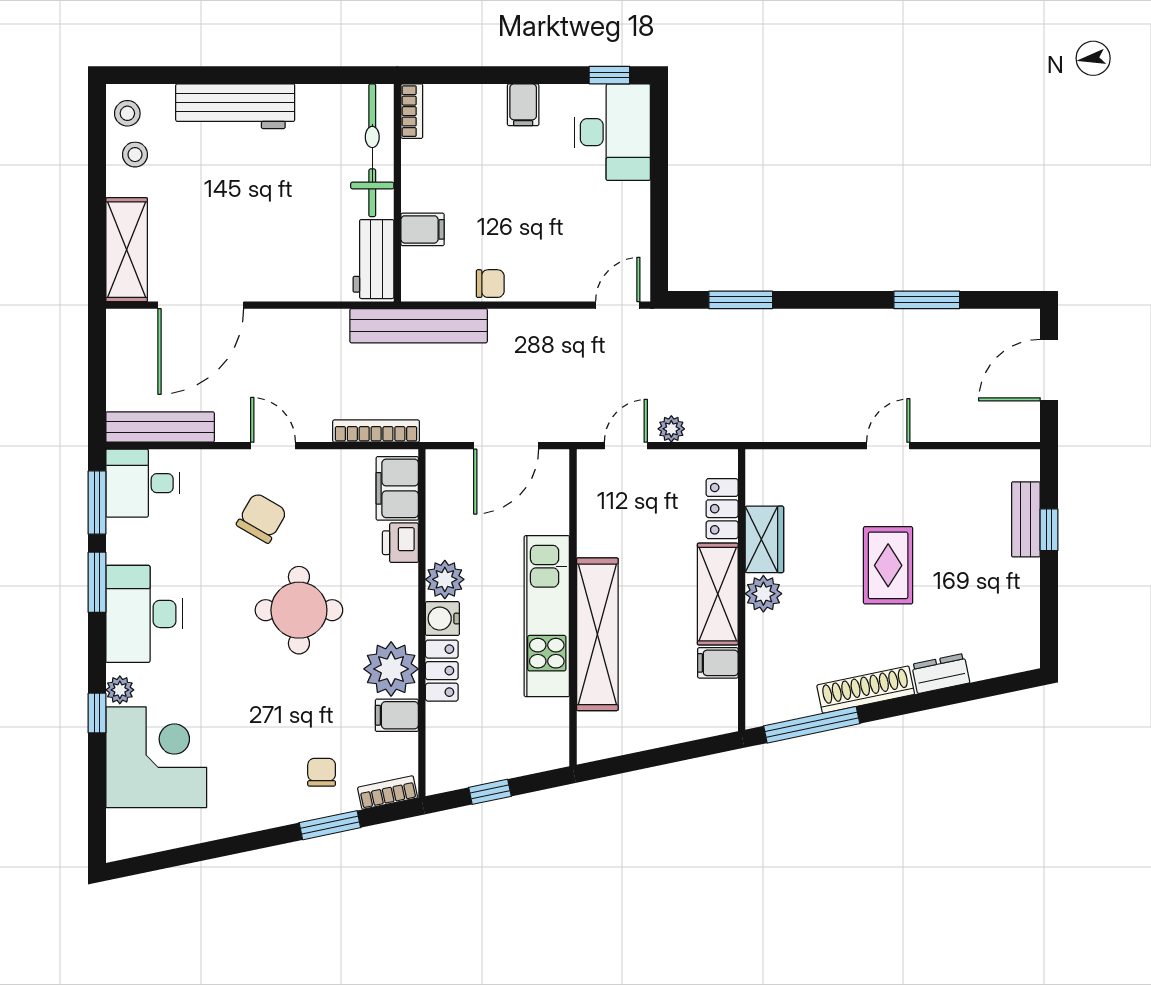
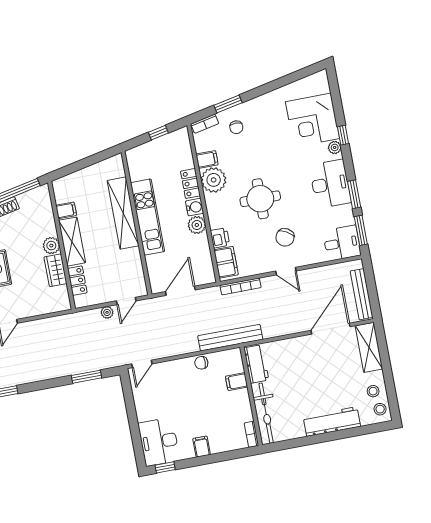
bench: (160, 427) -> (362, 294), moved, turned 90

